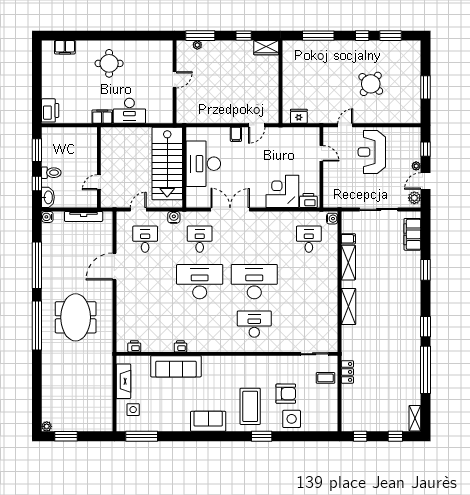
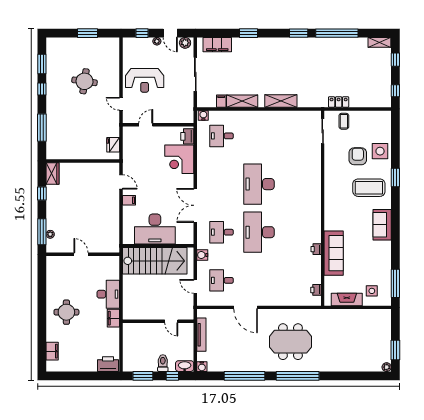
round table: (371, 84) -> (85, 81), turned -32
desk: (254, 324) -> (296, 184), removed

